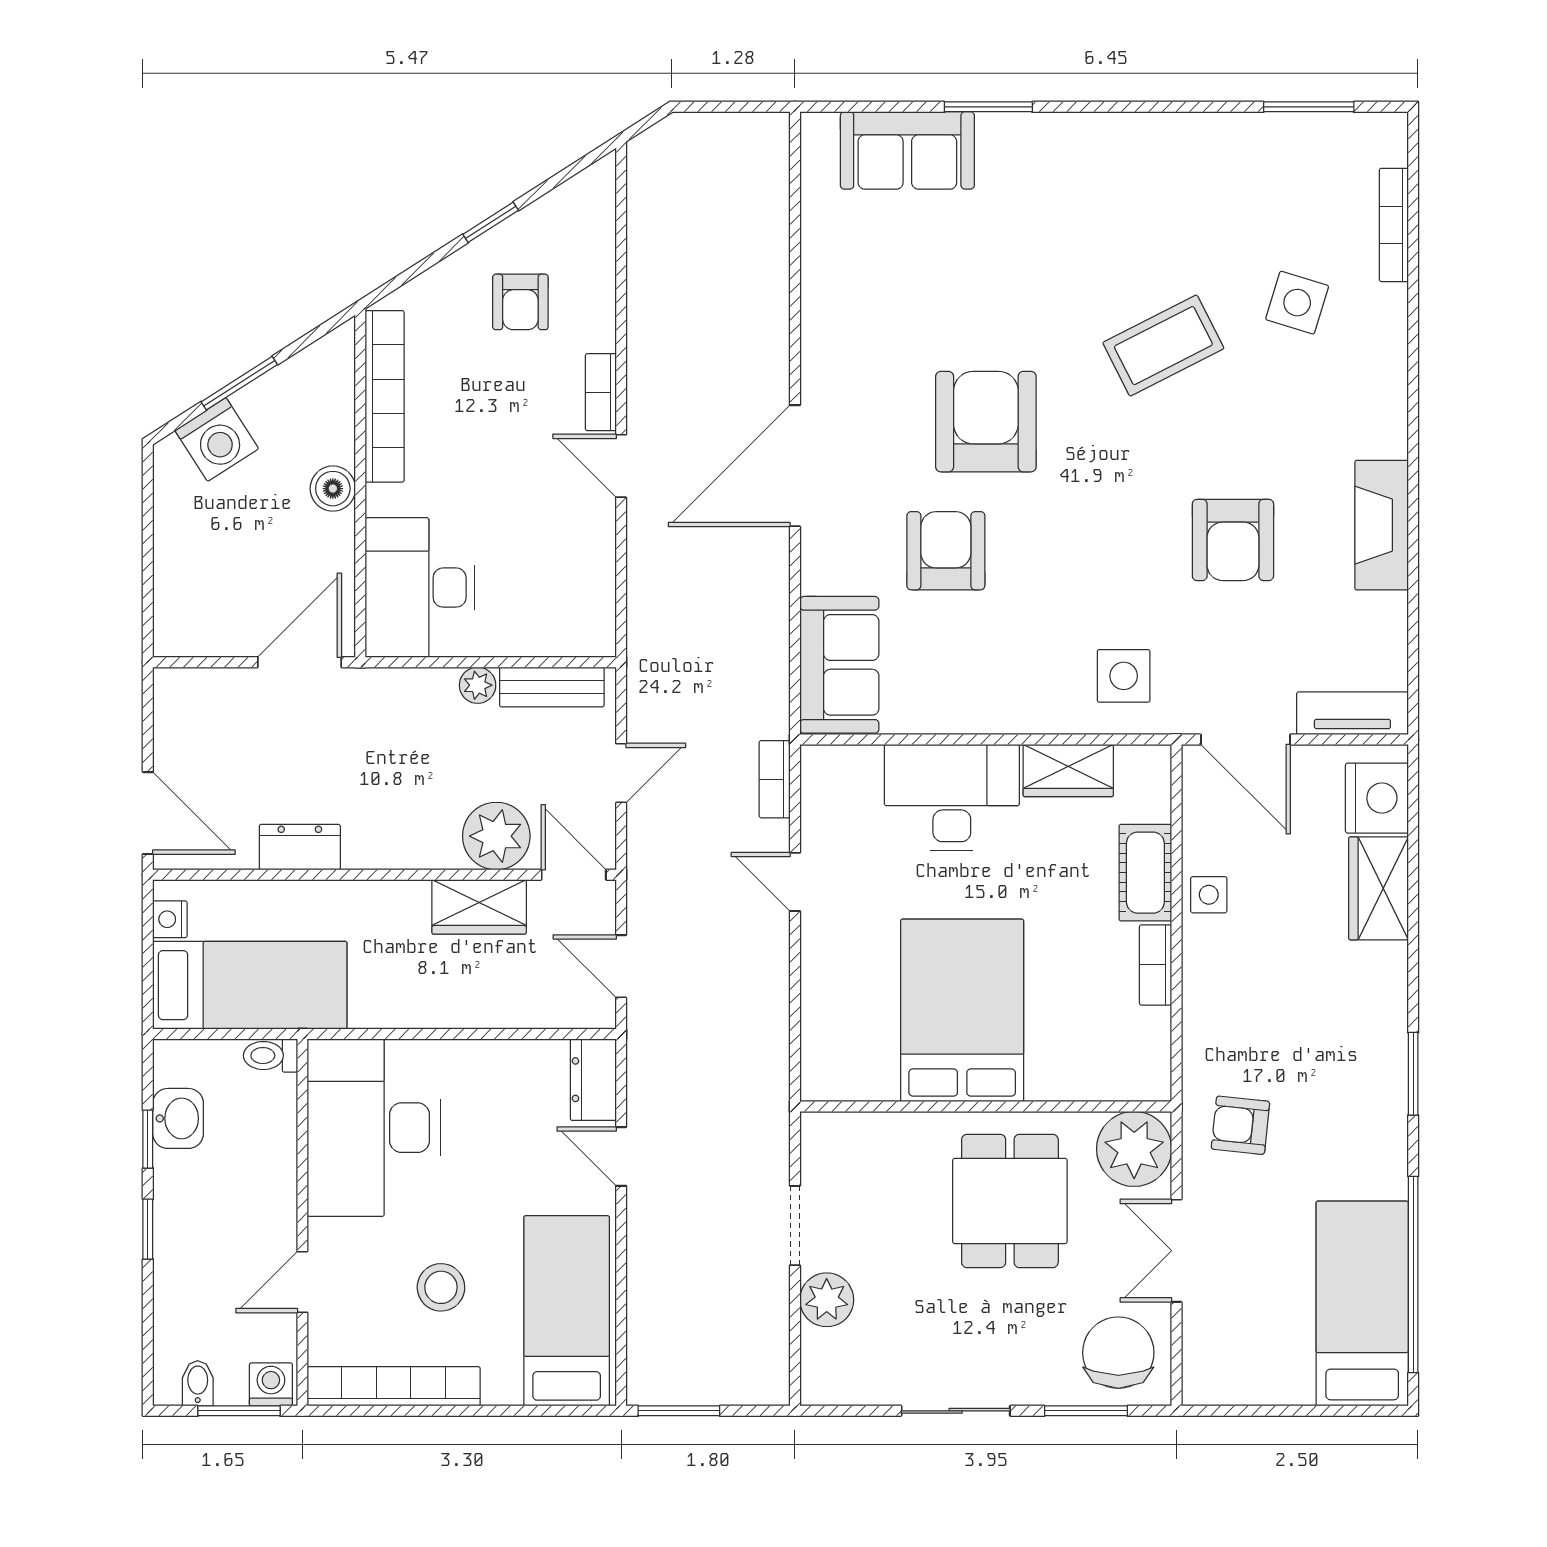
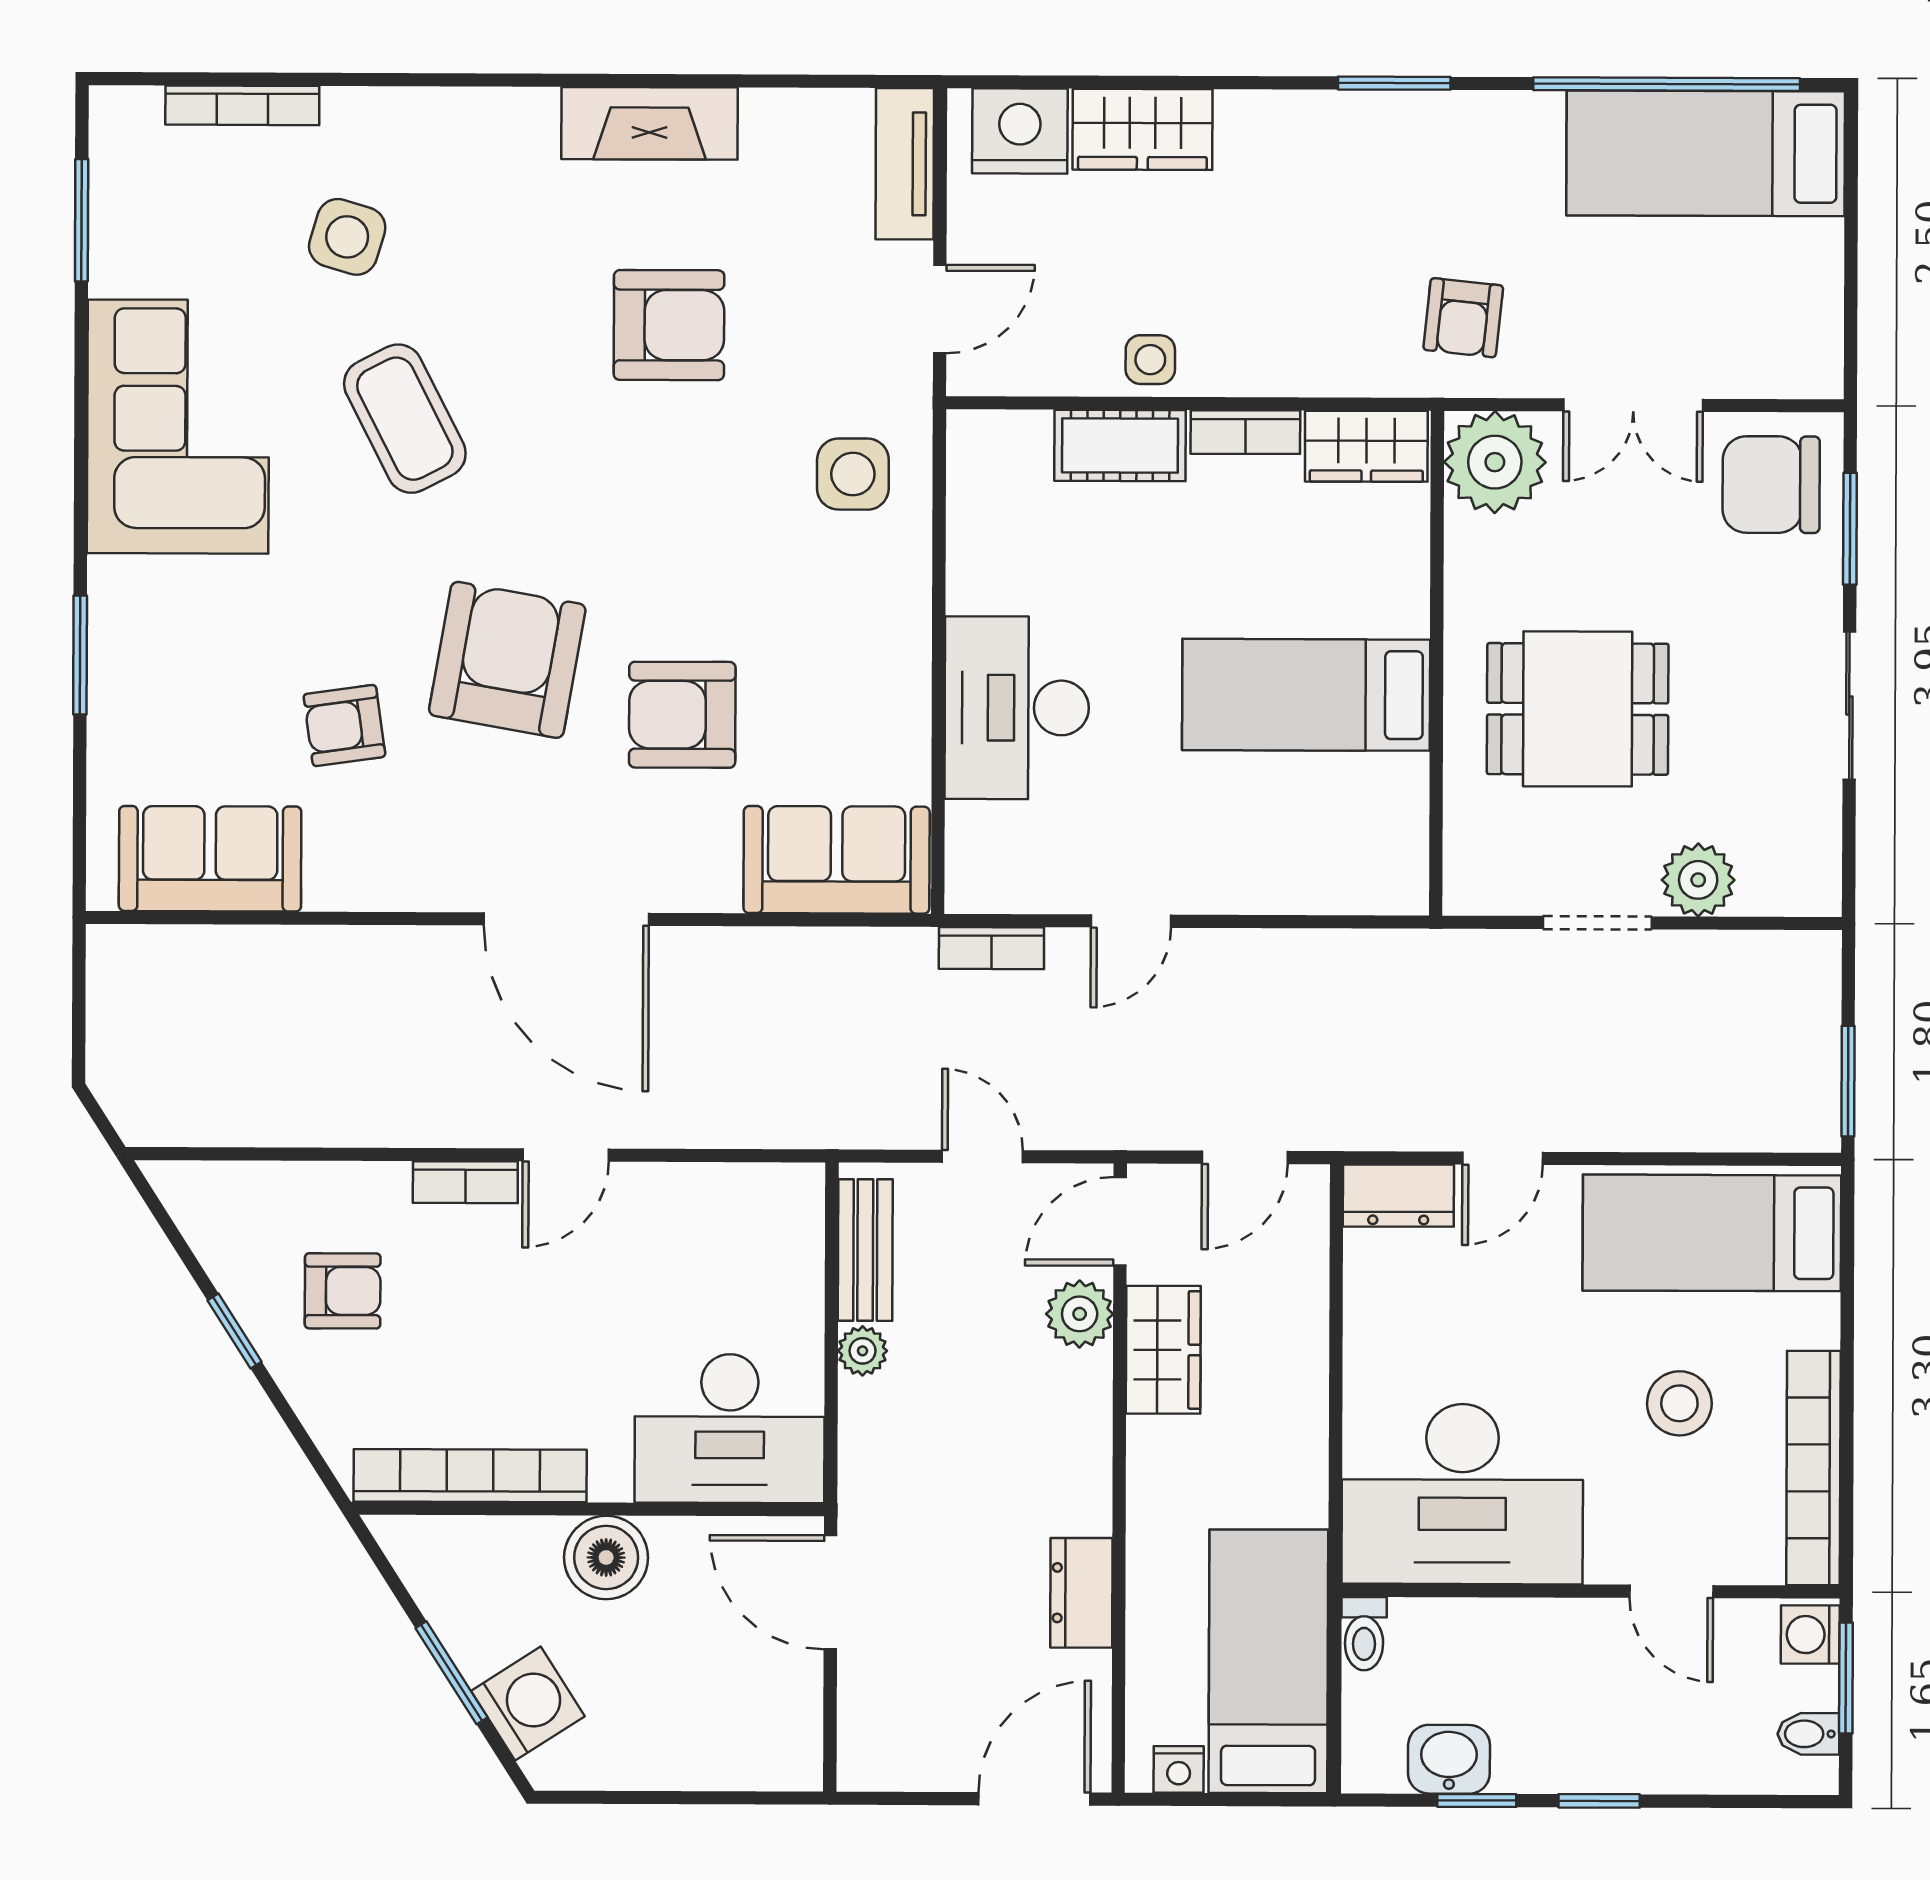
sofa: (907, 150) -> (210, 859), moved, turned -90
corner sofa: (1157, 178) -> (178, 427), added
armchair: (937, 302) -> (344, 725), added
armchair: (986, 422) -> (507, 660), turned 100
boiler: (333, 489) -> (606, 1557), width x1.36, depth x1.36
door: (1246, 739) -> (940, 309), width x0.73
wardrobe: (1068, 770) -> (1366, 446), moved, turned 90
plant: (496, 836) -> (1080, 1314), width x0.73, depth x0.73
bed: (962, 1010) -> (1306, 695), width x0.67
dining table: (1010, 1201) -> (1578, 709), moved

